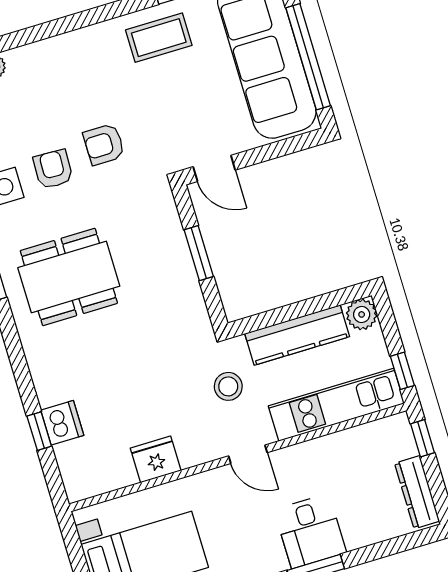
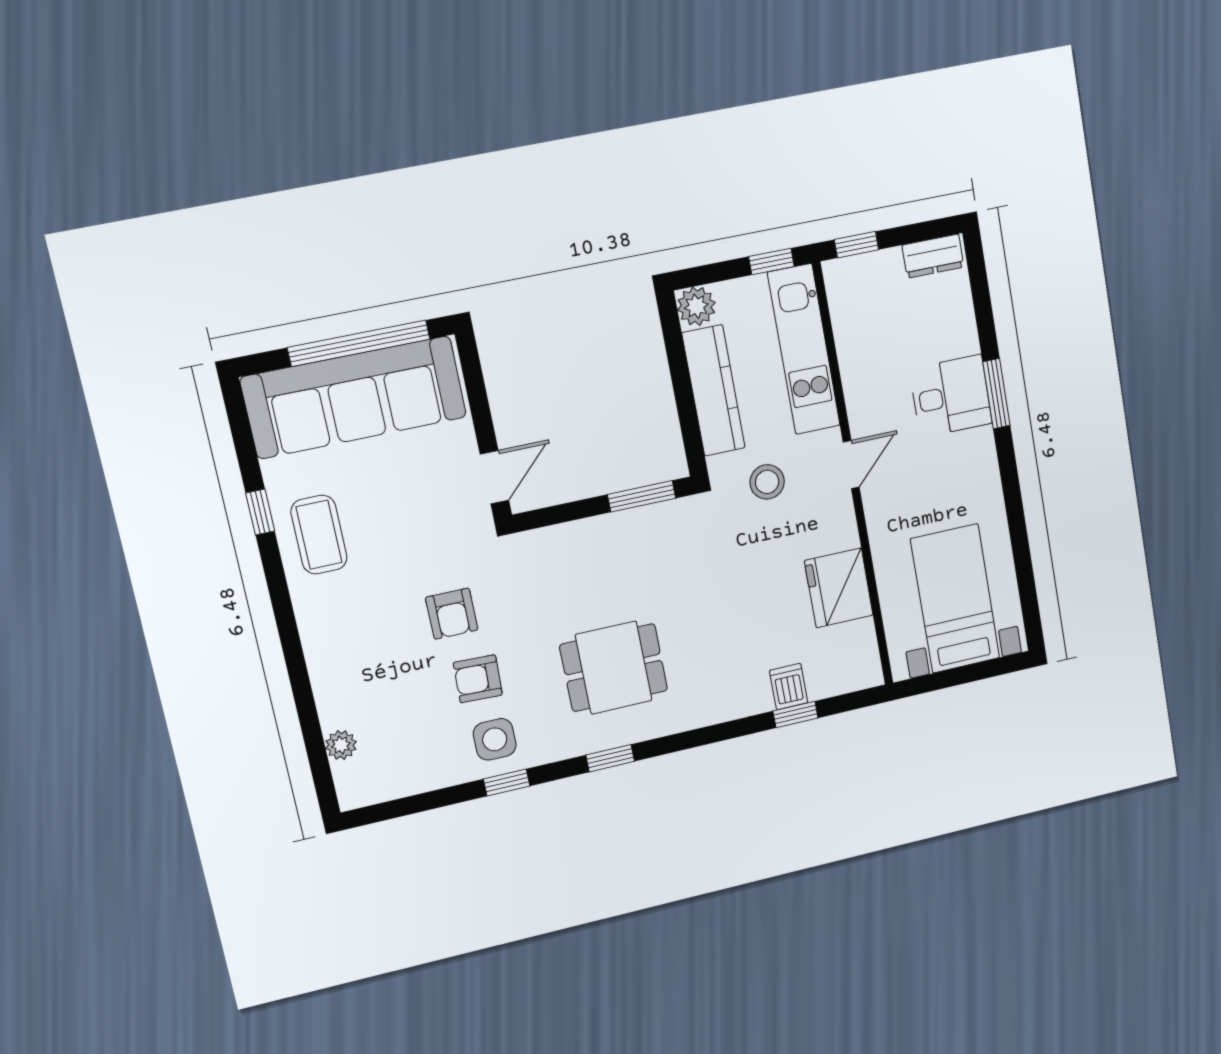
window: (199, 253) -> (642, 496), moved
dining table: (69, 277) -> (614, 668), width x0.73
dishwasher: (62, 423) -> (789, 687), width x0.73
fridge: (156, 459) -> (839, 588), width x1.36, depth x1.34
dresser: (417, 492) -> (933, 256), width x0.70

